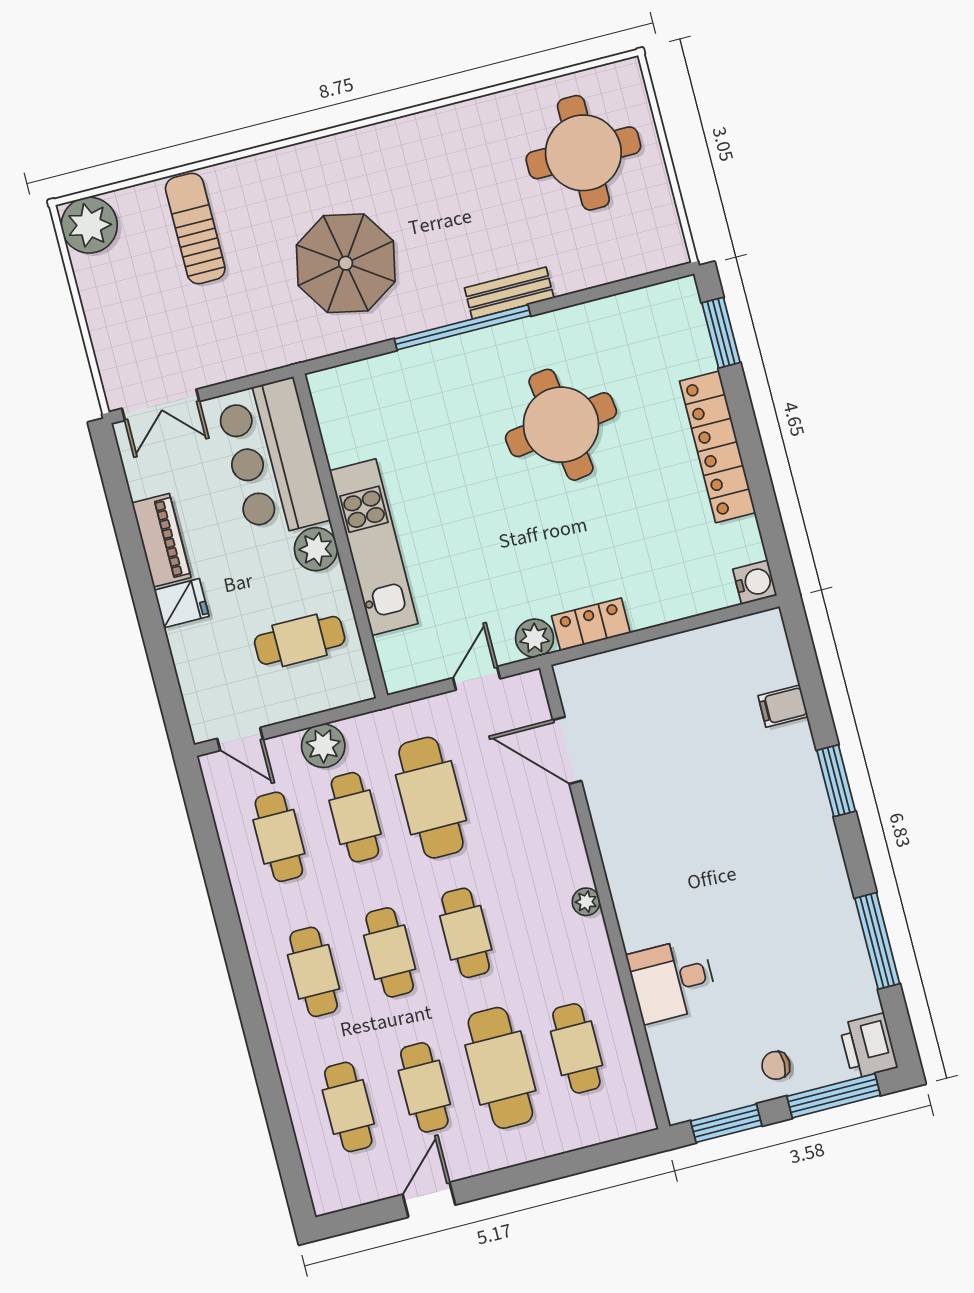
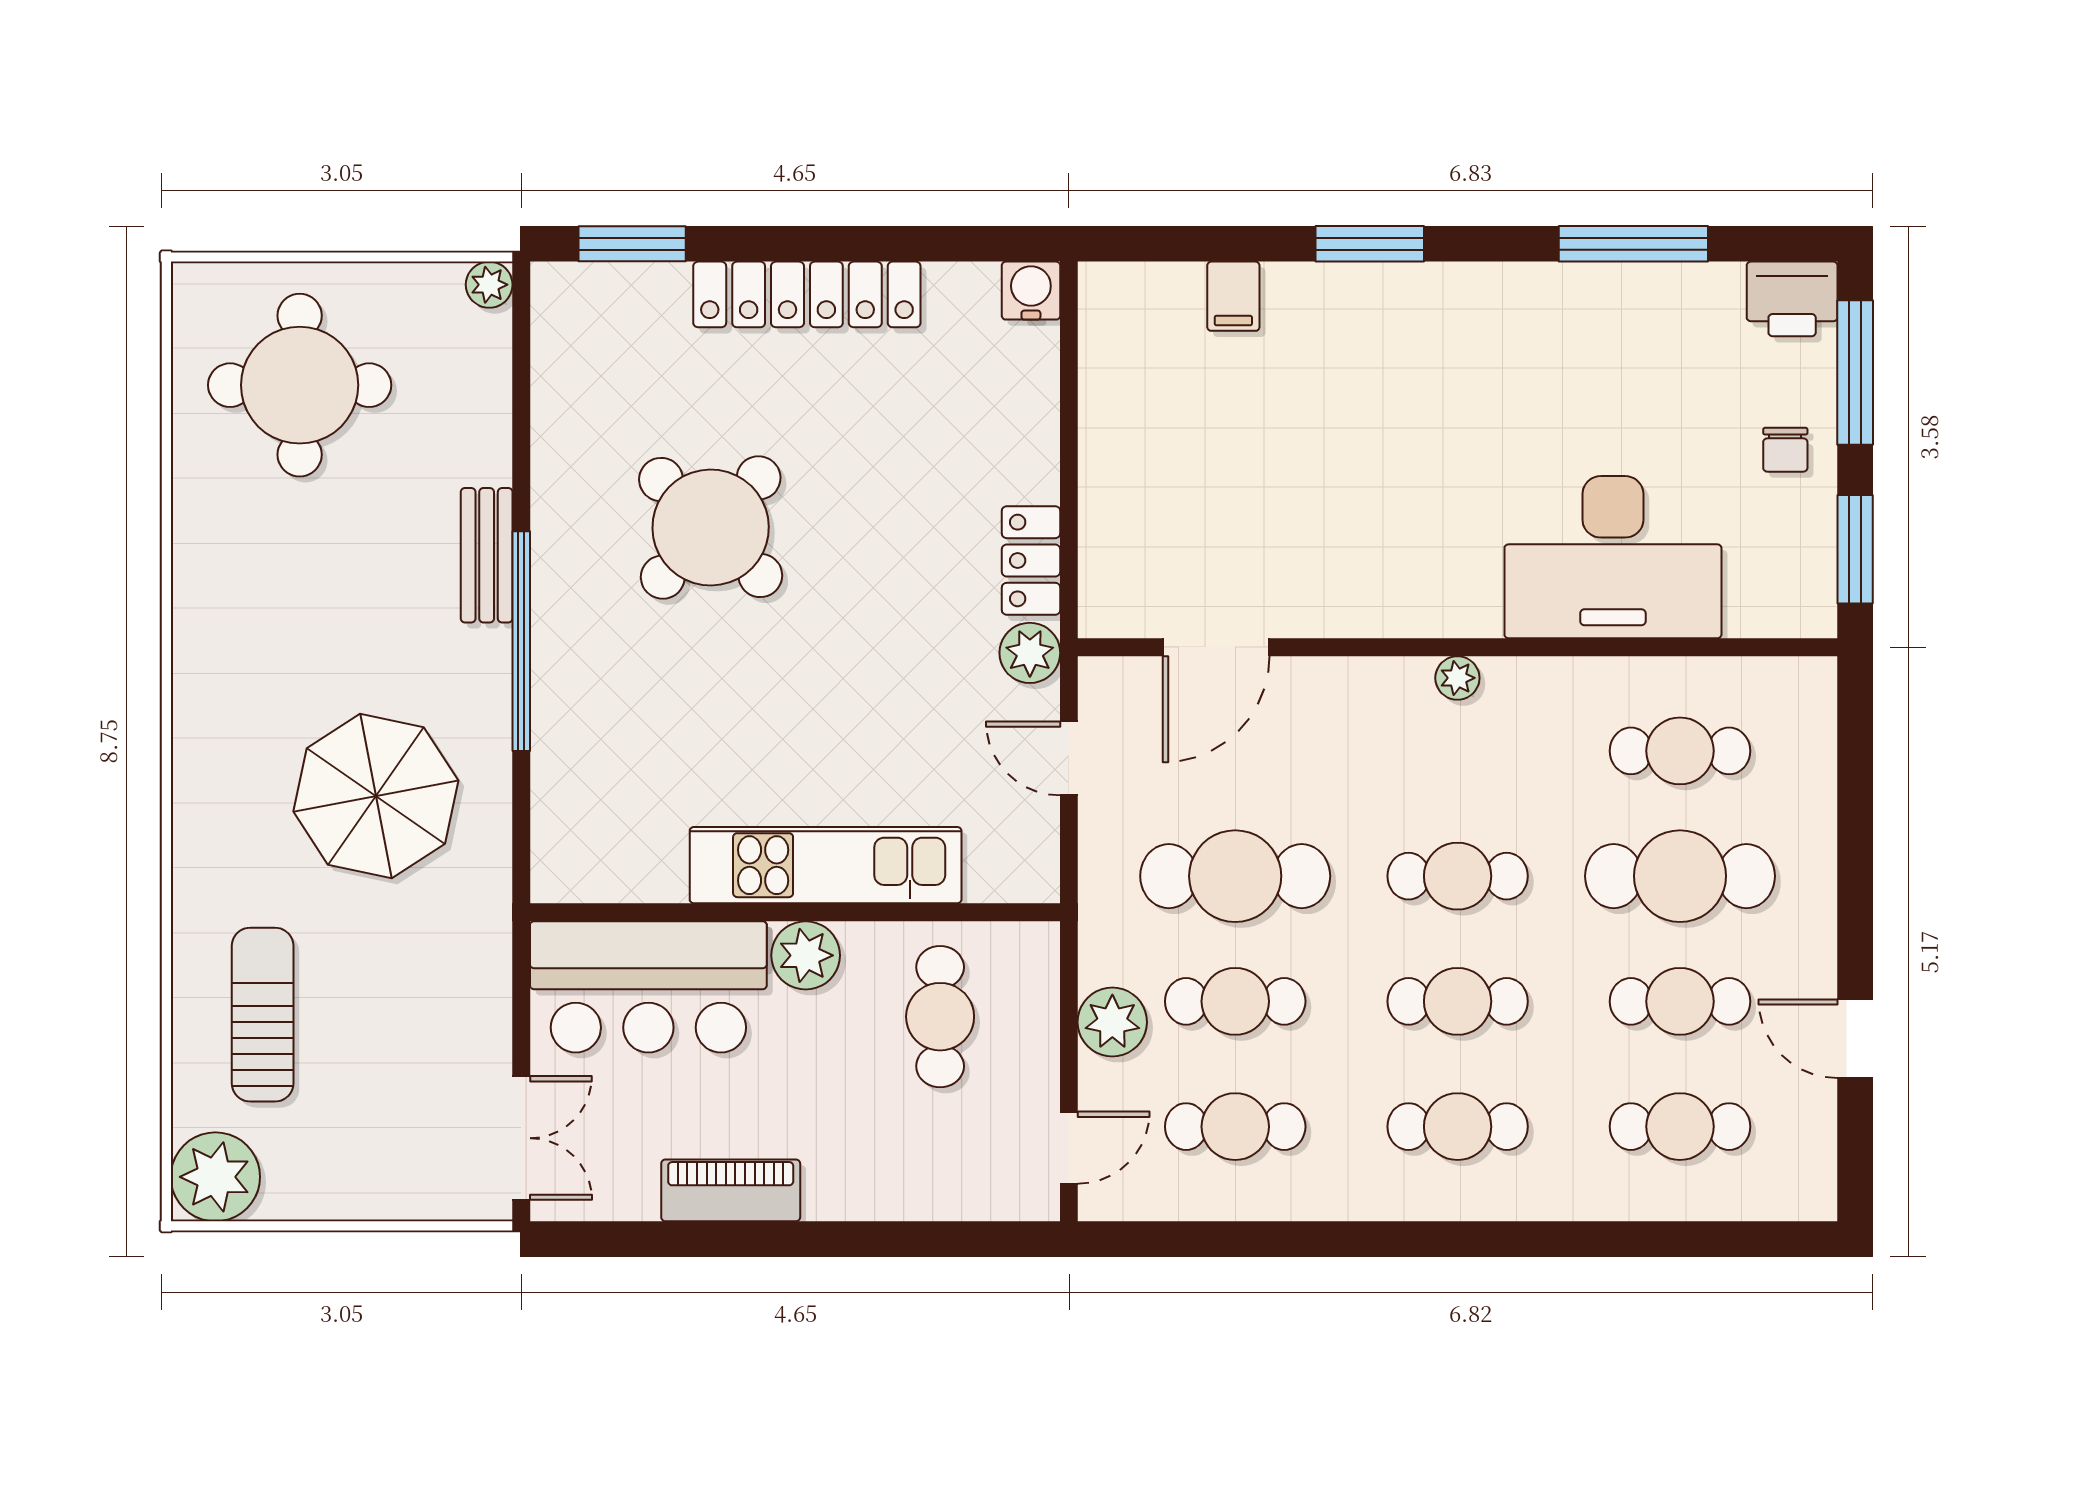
sun lounger: (195, 228) -> (263, 1015), turned 90
plant: (674, 252) -> (489, 285), added
round table: (561, 425) -> (711, 528), turned -38
fridge: (182, 603) -> (836, 1184), removed
desk: (672, 980) -> (1613, 557), width x1.87, depth x1.30

